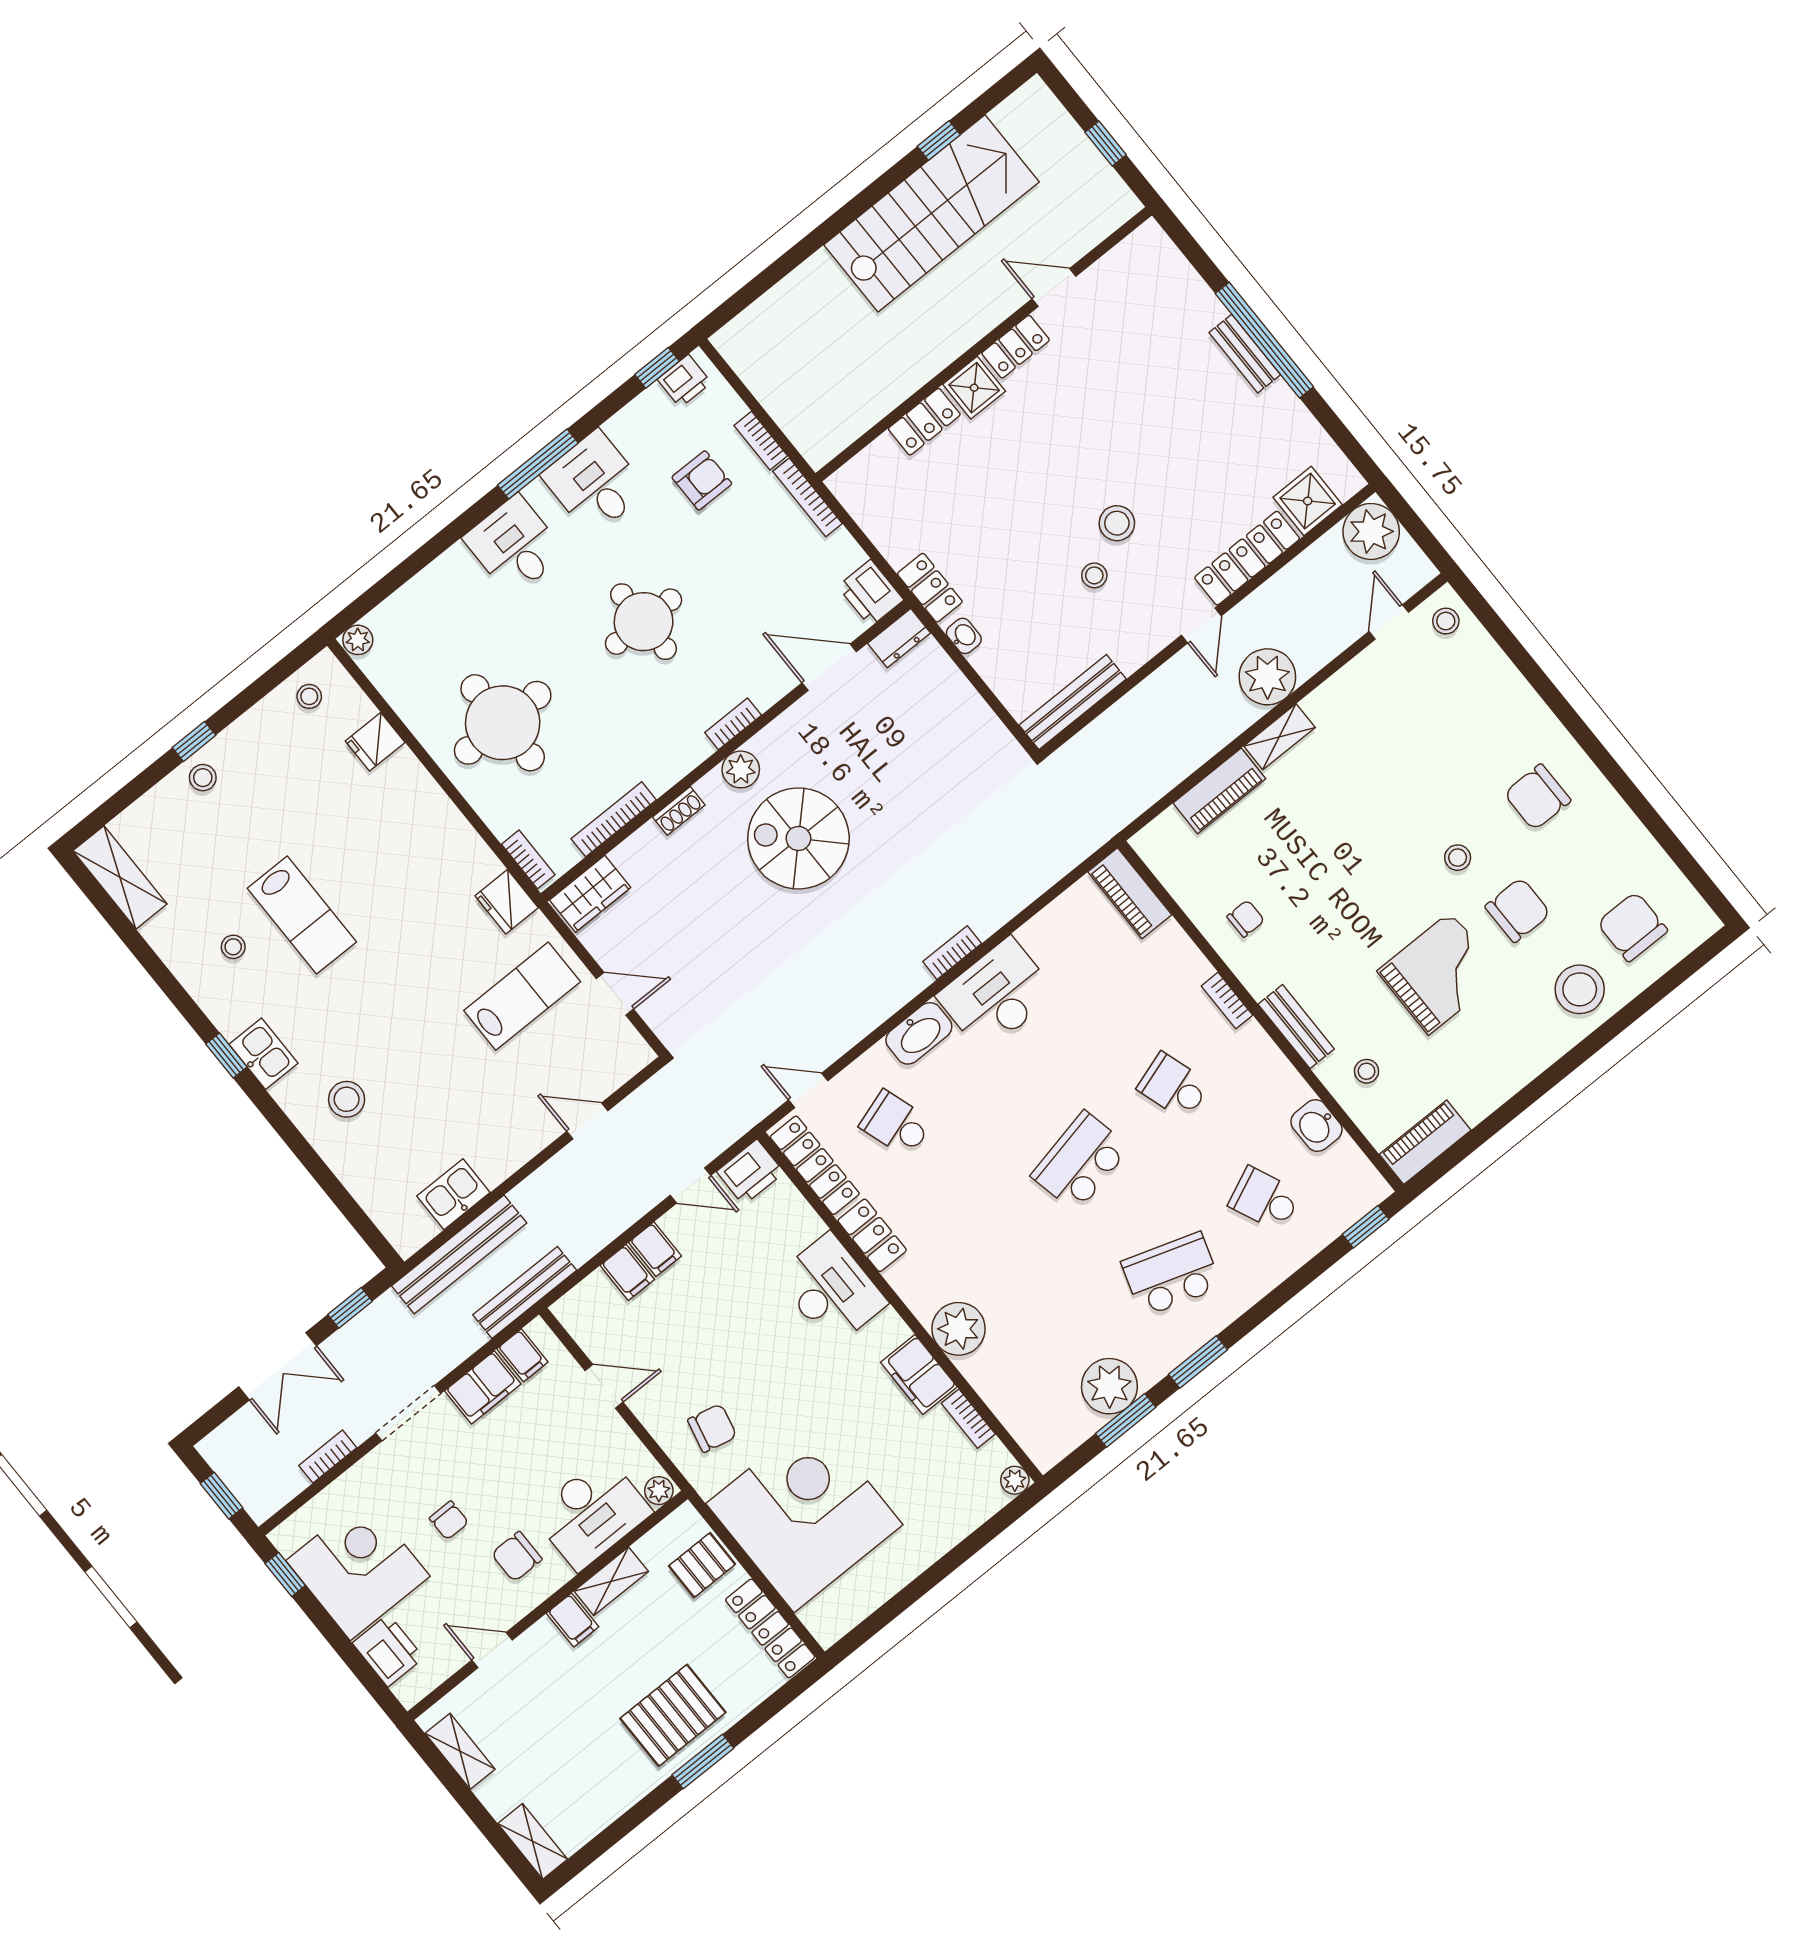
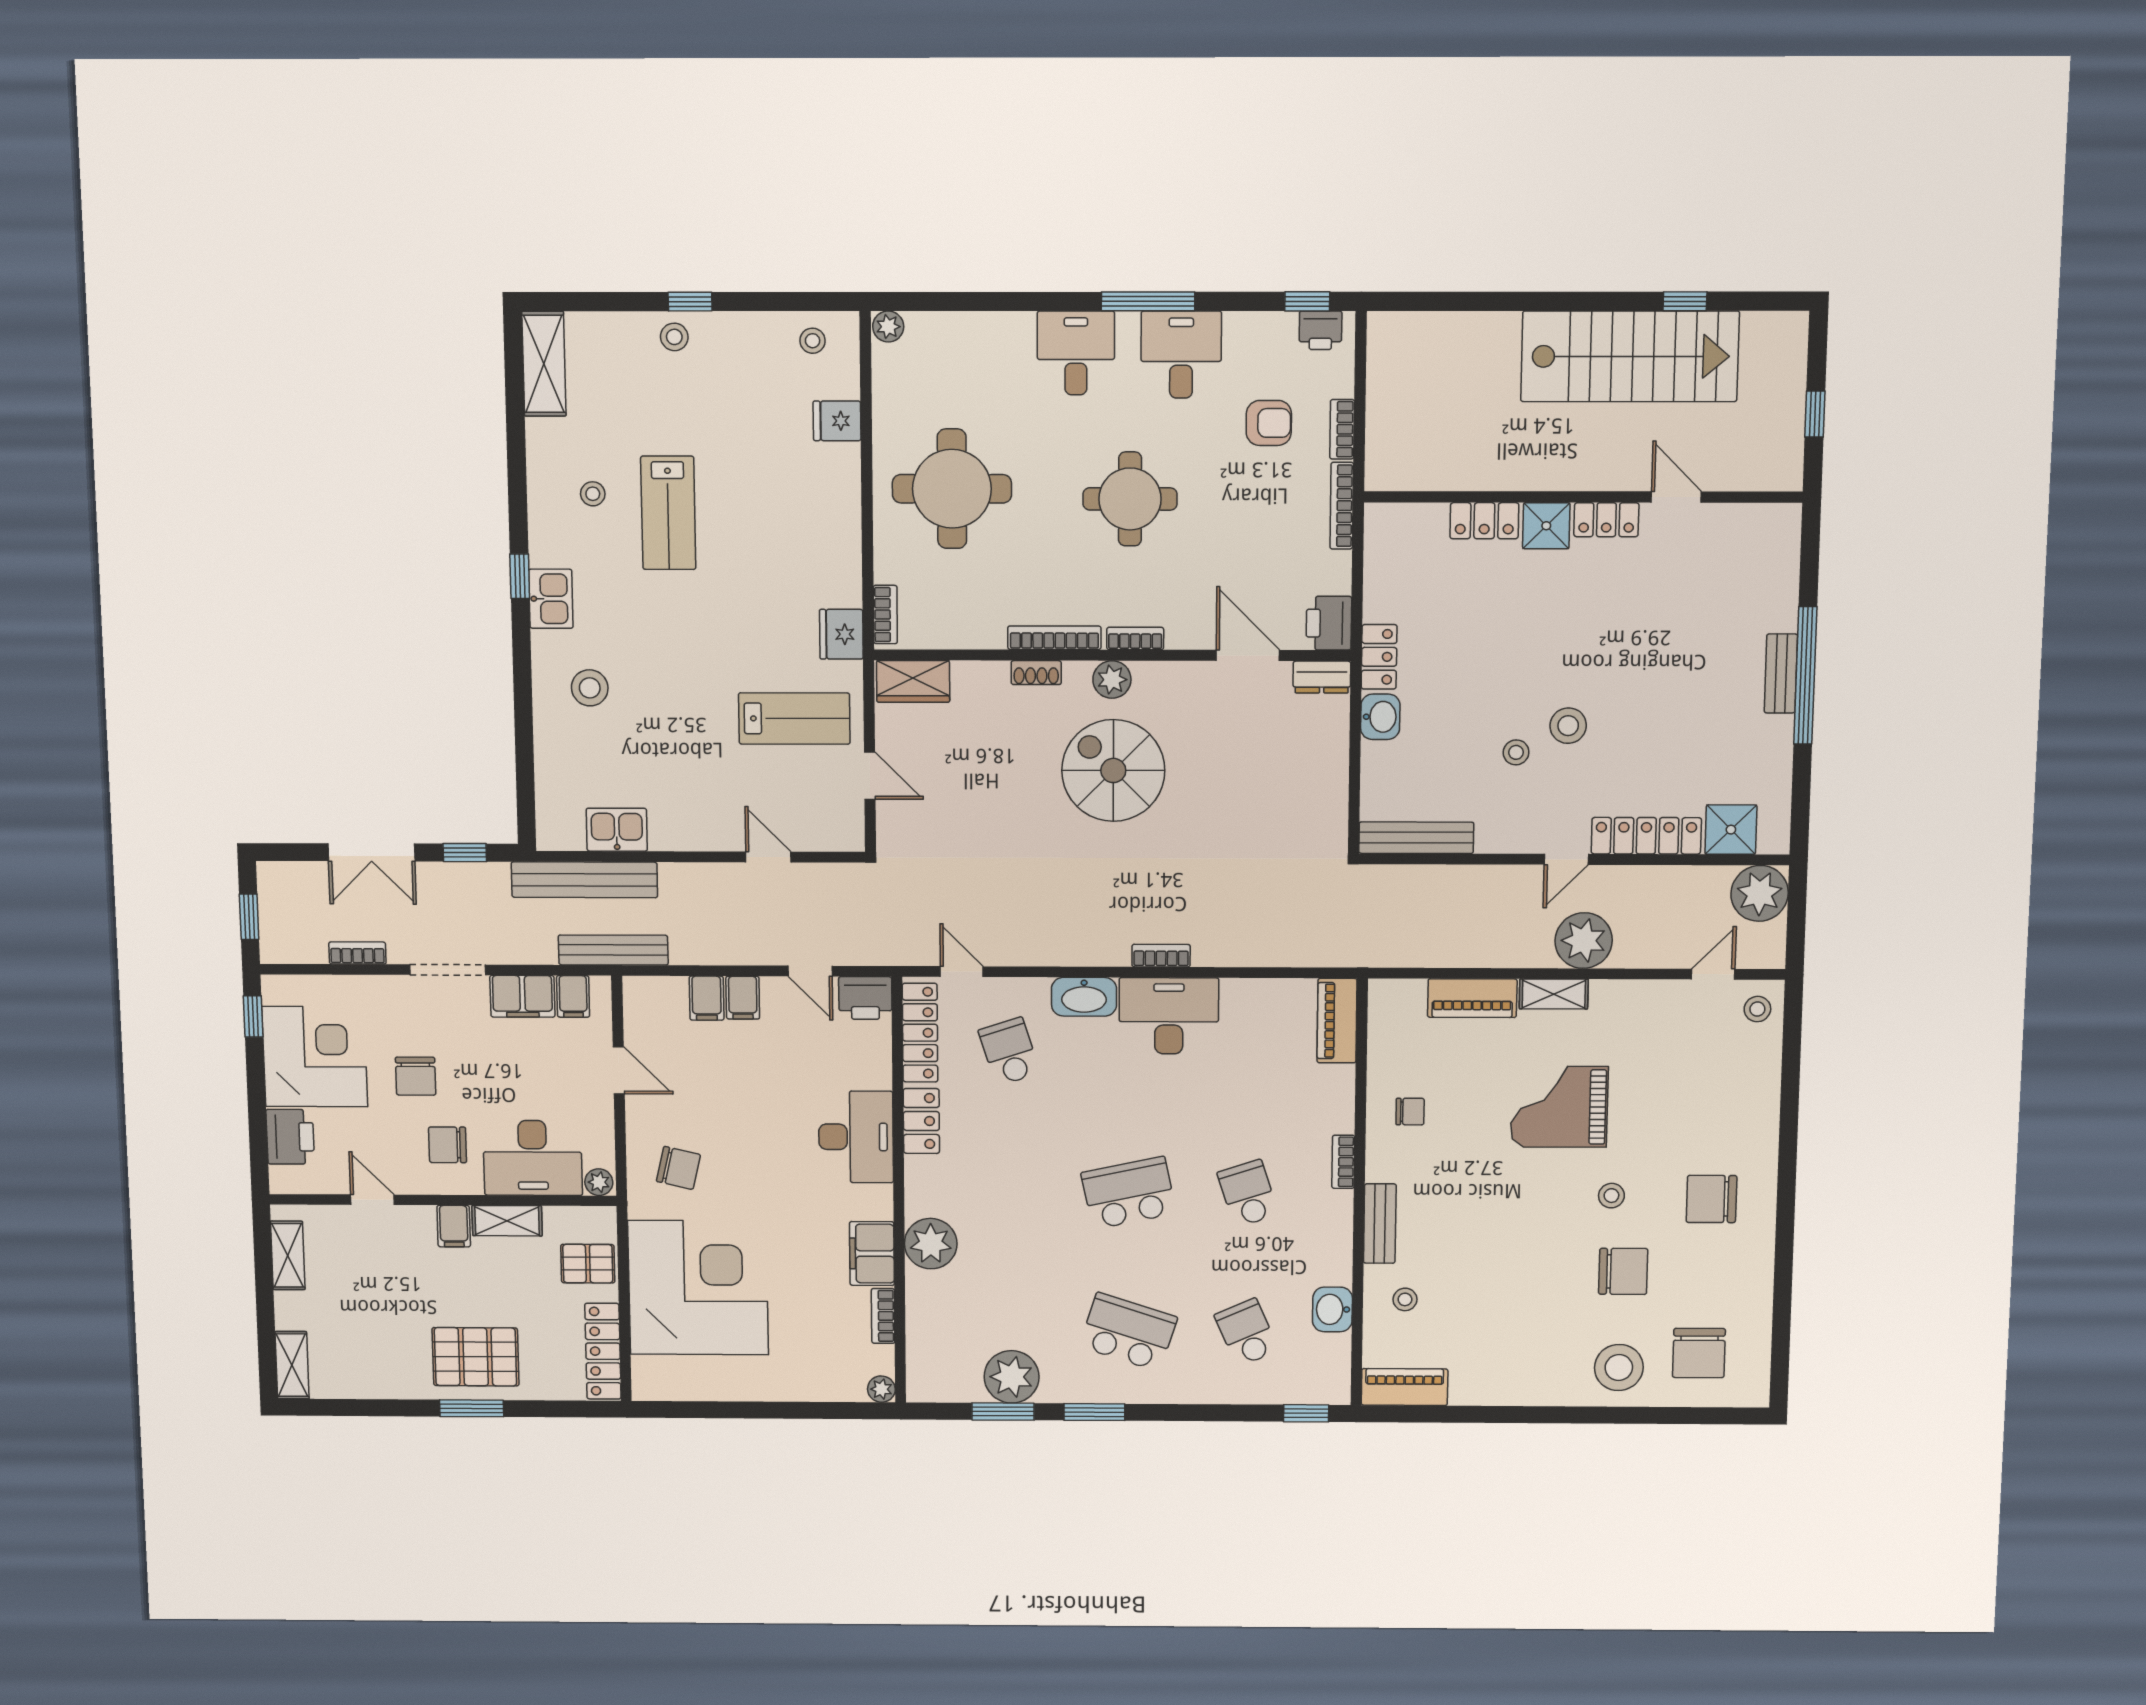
washbasin: (964, 636) -> (1380, 717), width x1.38, depth x1.45
bookcase: (614, 819) -> (1054, 638), moved
chair: (1632, 927) -> (1699, 1353), turned 180
grand piano: (1440, 973) -> (1559, 1107), moved, turned 180
chair: (449, 1520) -> (416, 1076), width x1.37, depth x1.37

